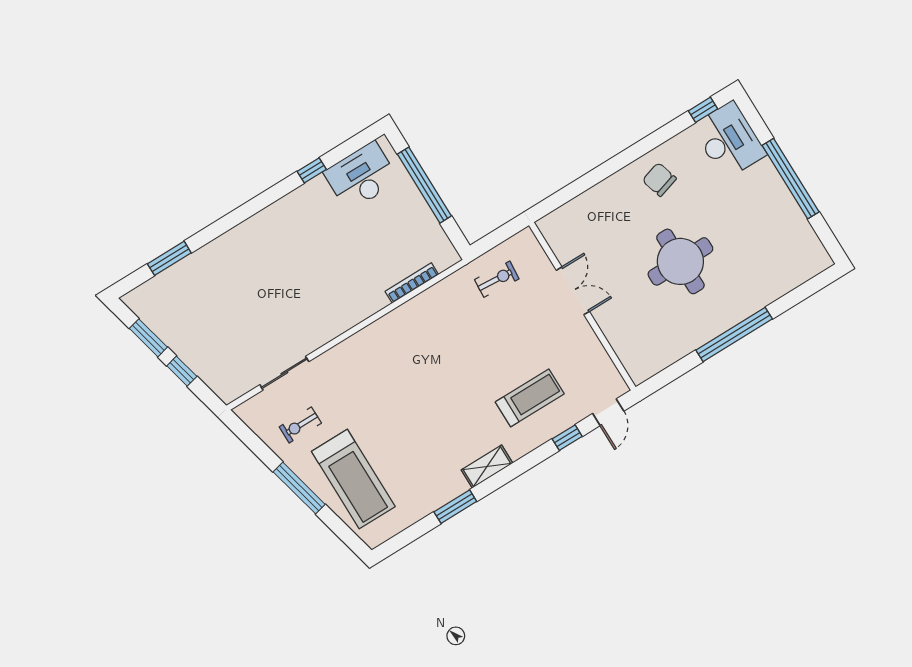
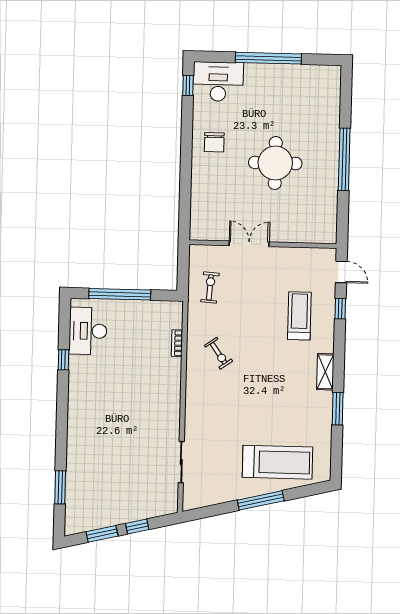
chair: (659, 180) -> (214, 142), turned -73
bookcase: (412, 283) -> (177, 343), width x0.64
exercise bike: (300, 425) -> (219, 353), moved, turned -35

